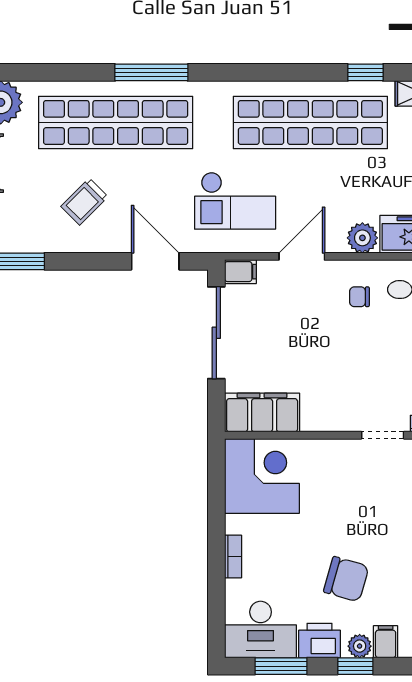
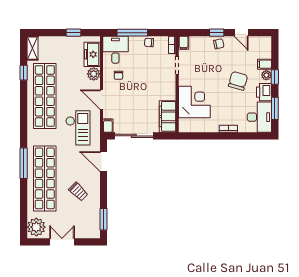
door: (155, 261) -> (104, 162), hinge flipped
corner desk: (262, 476) -> (194, 102), moved, turned 90

